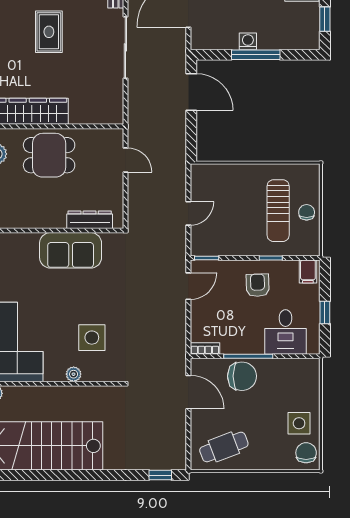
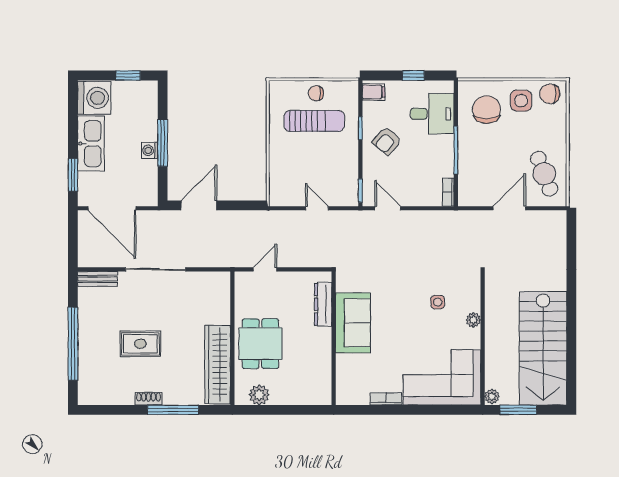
armchair: (258, 285) -> (387, 141), turned -48
side table: (92, 338) -> (438, 302), width x0.54, depth x0.54
chair: (242, 376) -> (487, 110), moved
door: (188, 392) -> (509, 208), moved
window: (160, 475) -> (571, 236), removed

